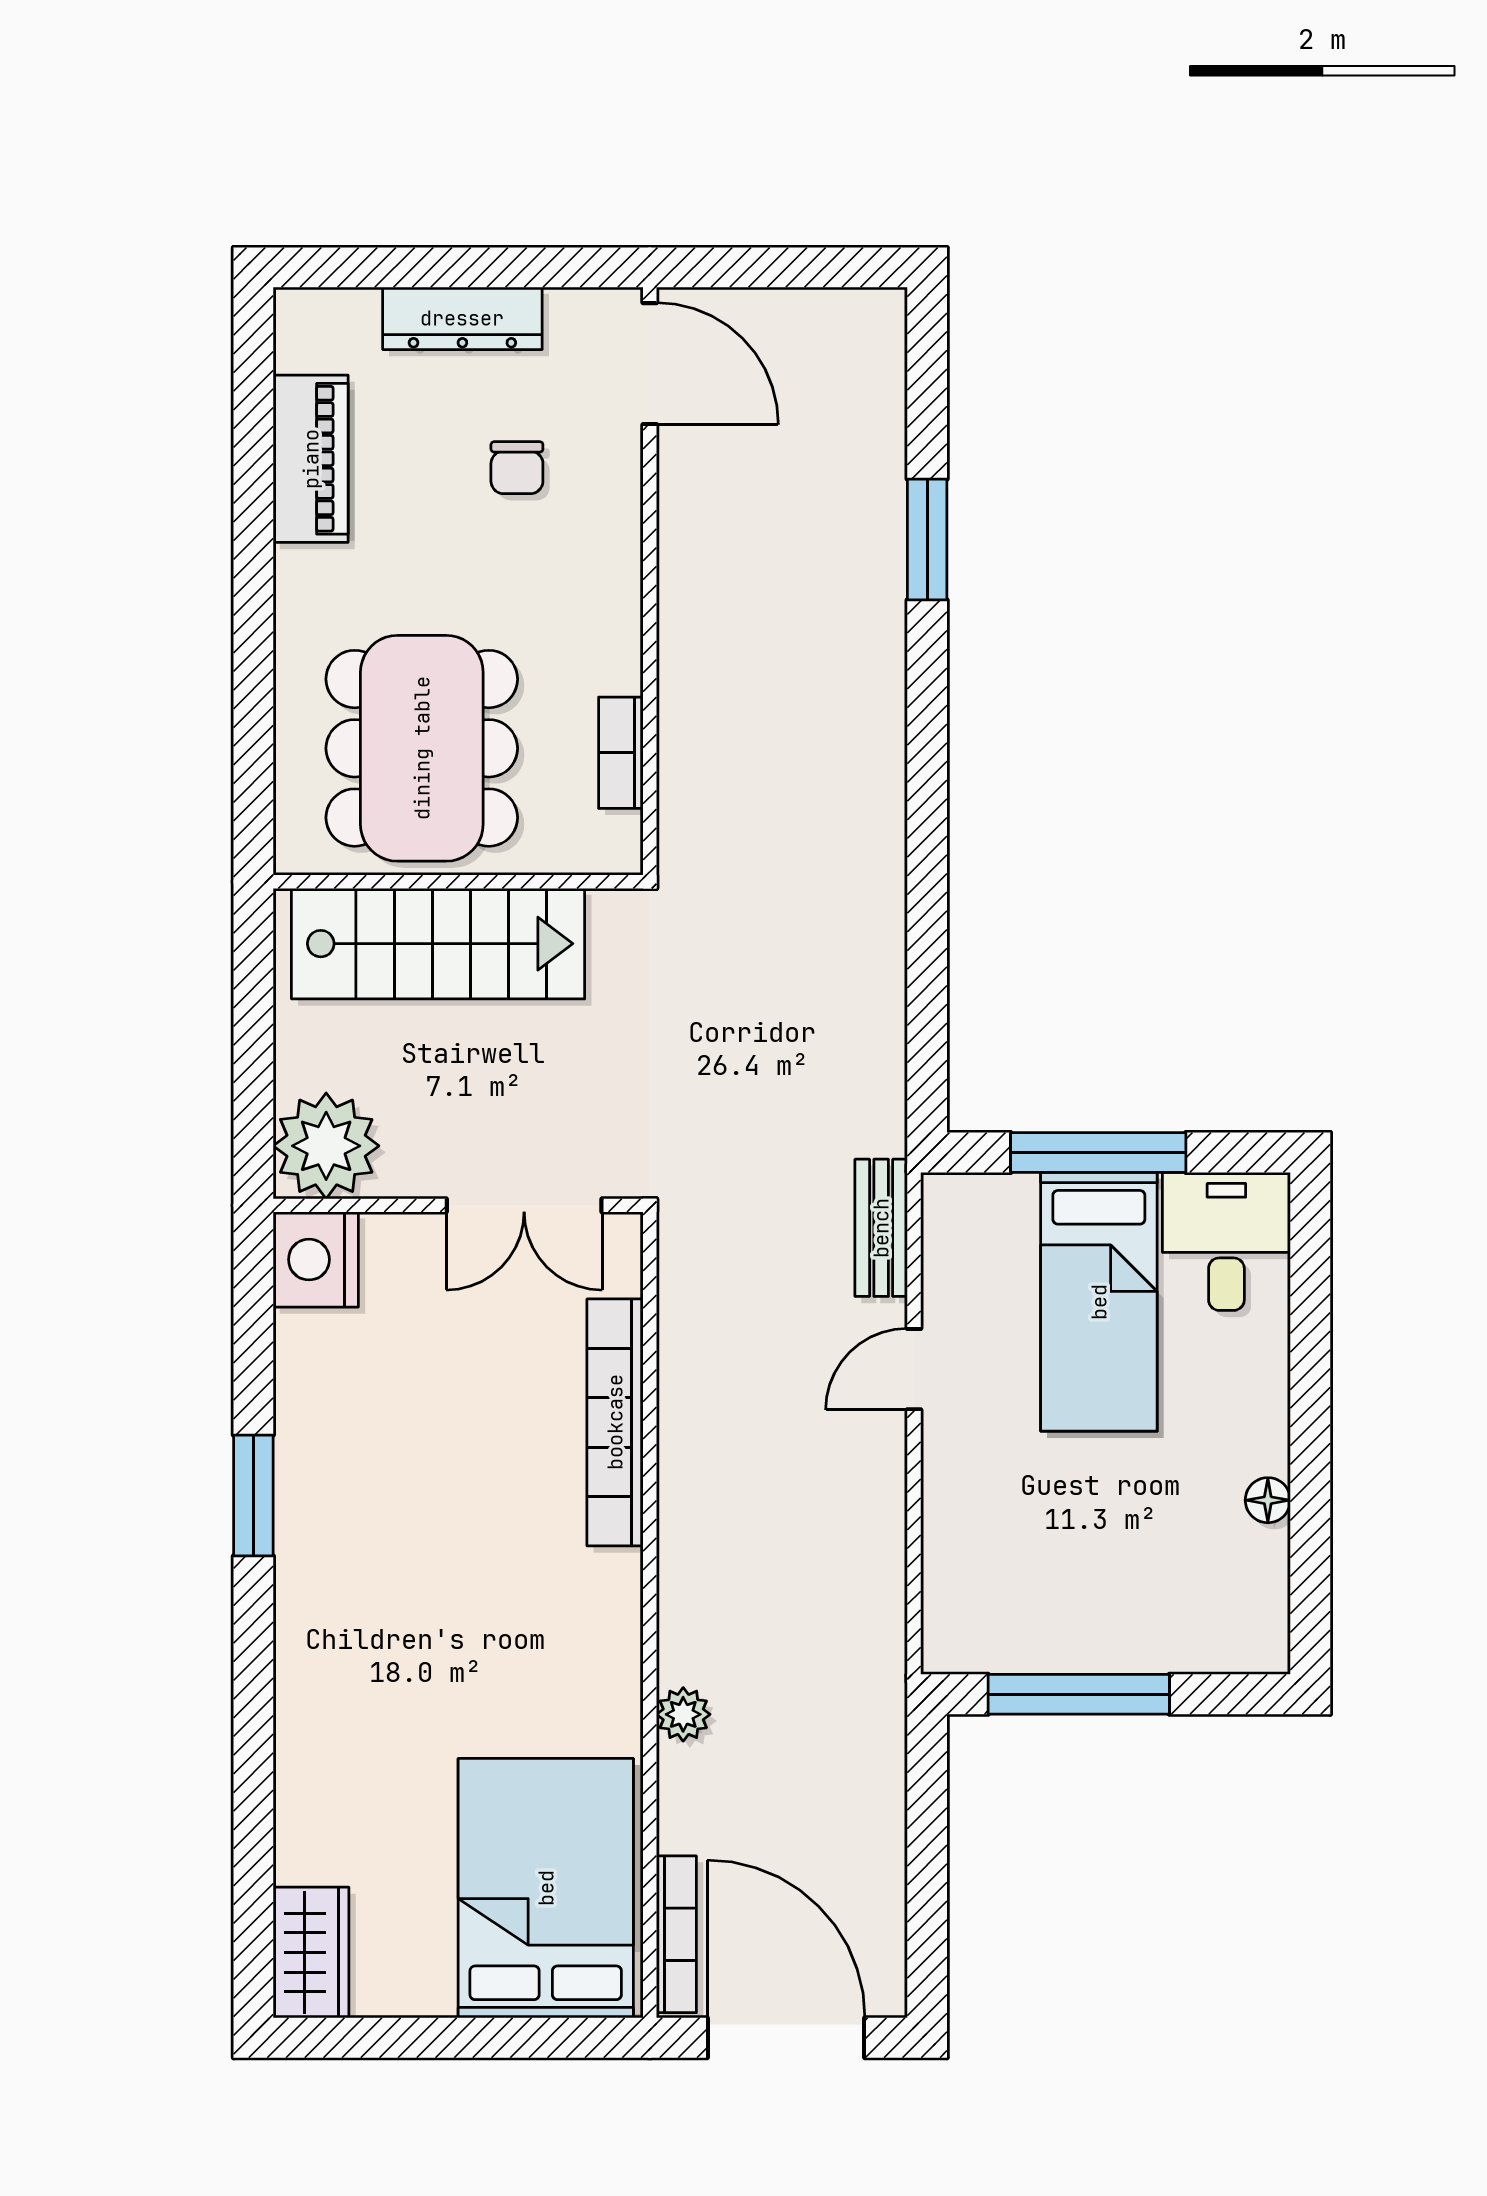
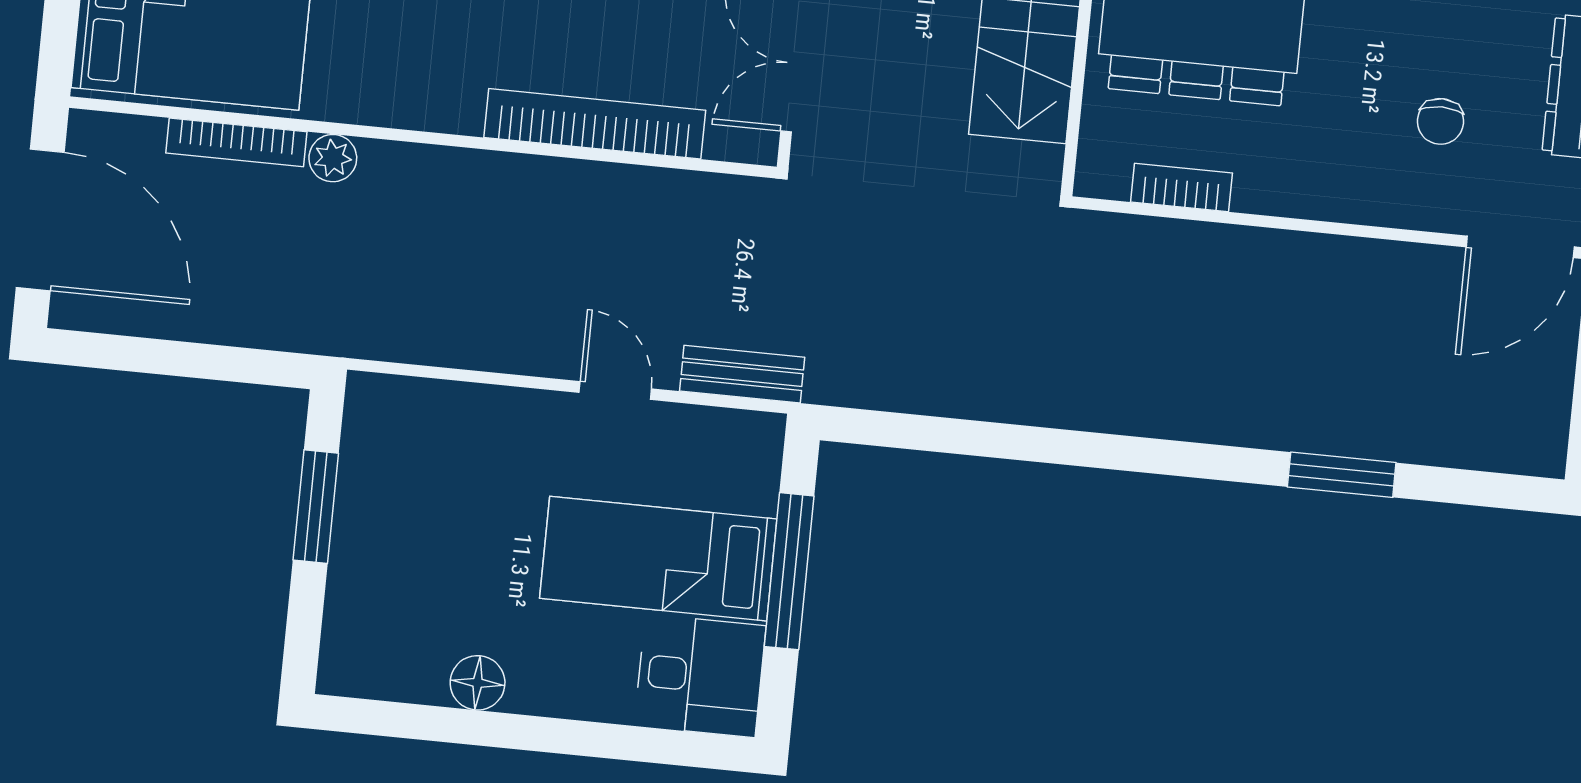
chair: (517, 468) -> (1440, 121), turned -90
floor lamp: (1268, 1500) -> (478, 683), width x1.37, depth x1.37
window: (1079, 1694) -> (316, 507), width x0.69
bookcase: (676, 1934) -> (236, 142), moved
door: (786, 2038) -> (40, 220), hinge flipped

